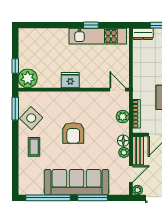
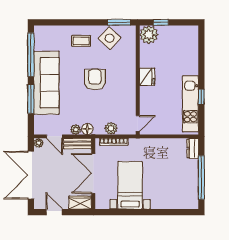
armchair: (73, 133) -> (95, 80), turned 90

